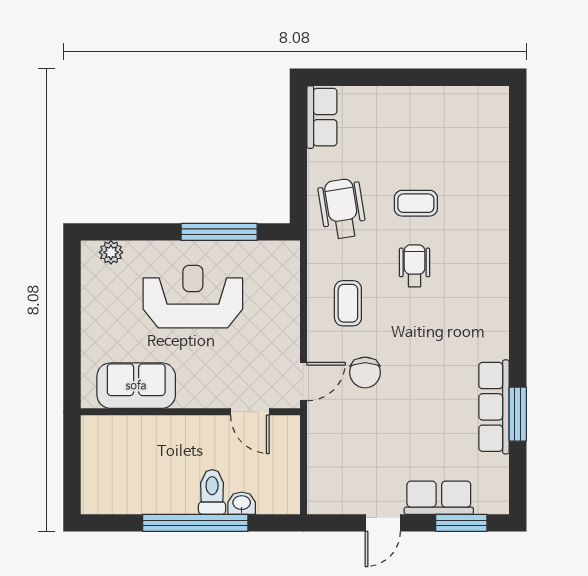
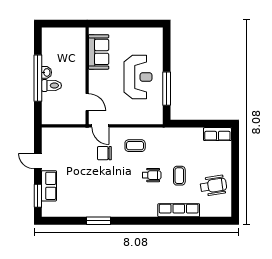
wheelchair: (342, 209) -> (213, 186), moved
plant: (111, 252) -> (158, 41), removed
row of seats: (494, 407) -> (179, 210), moved
door: (250, 412) -> (87, 102), swing flipped
window: (518, 414) -> (99, 221), moved
washbasin: (242, 503) -> (47, 72), moved

